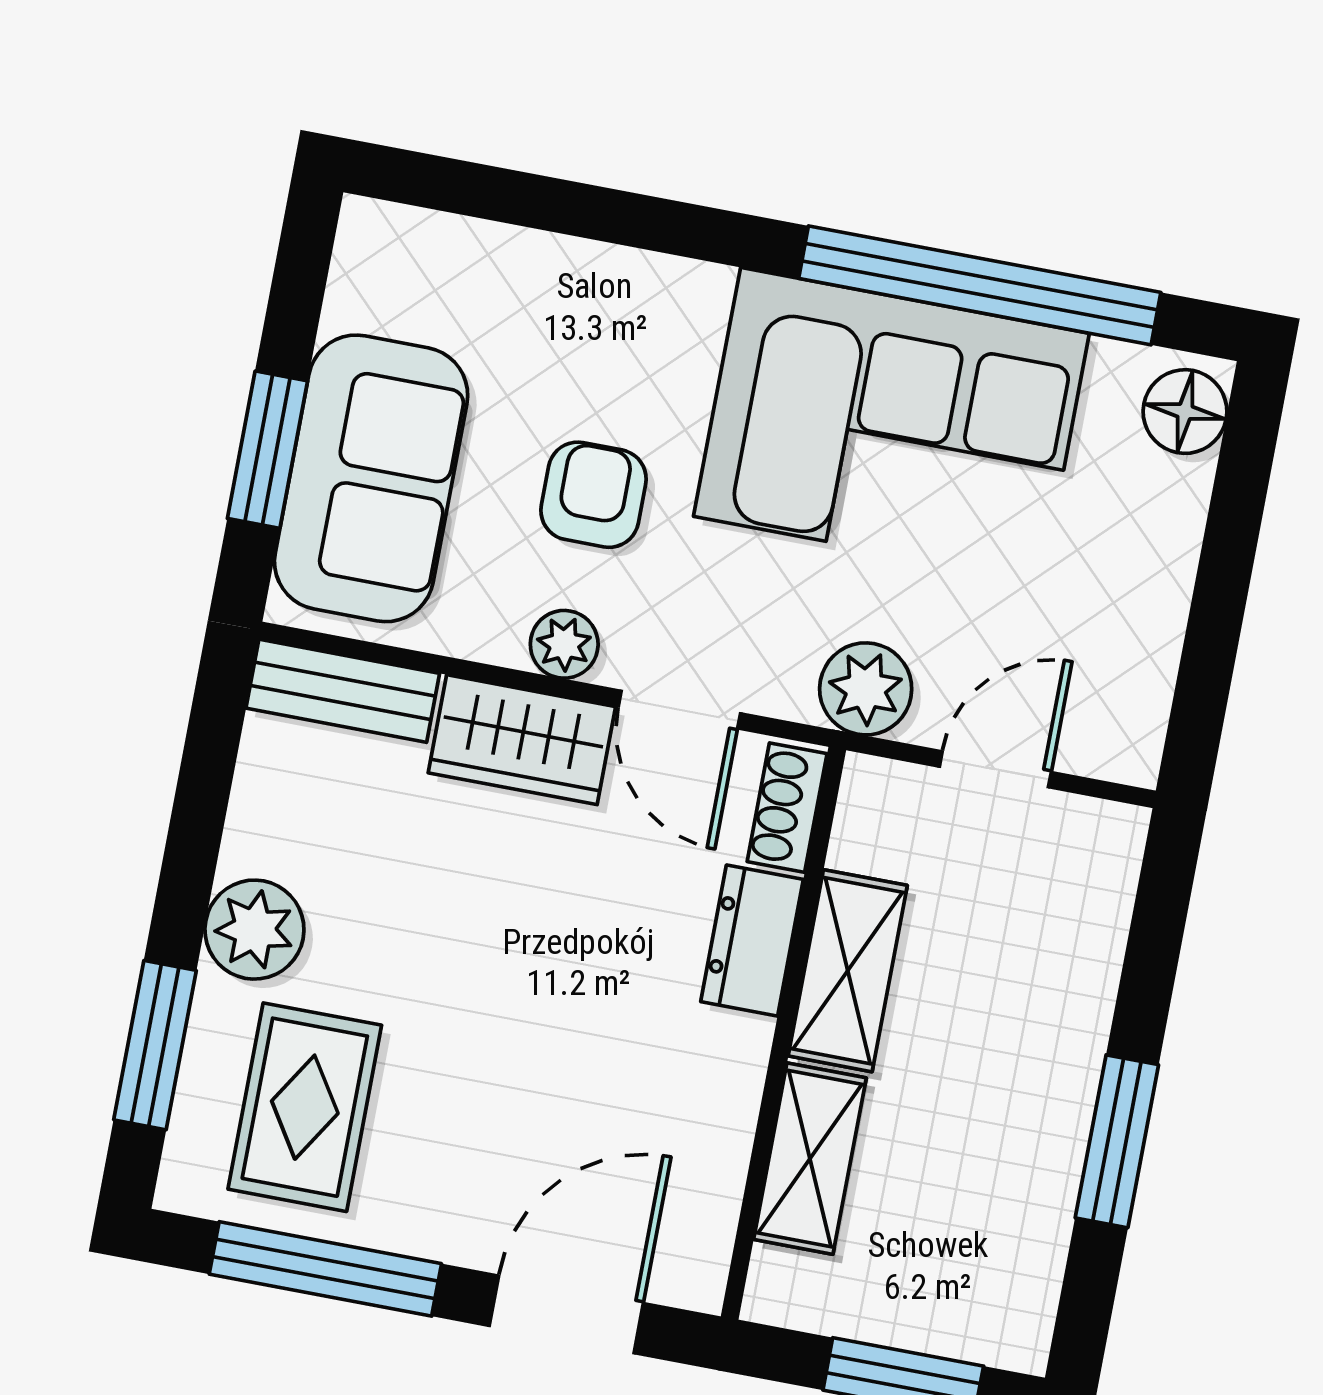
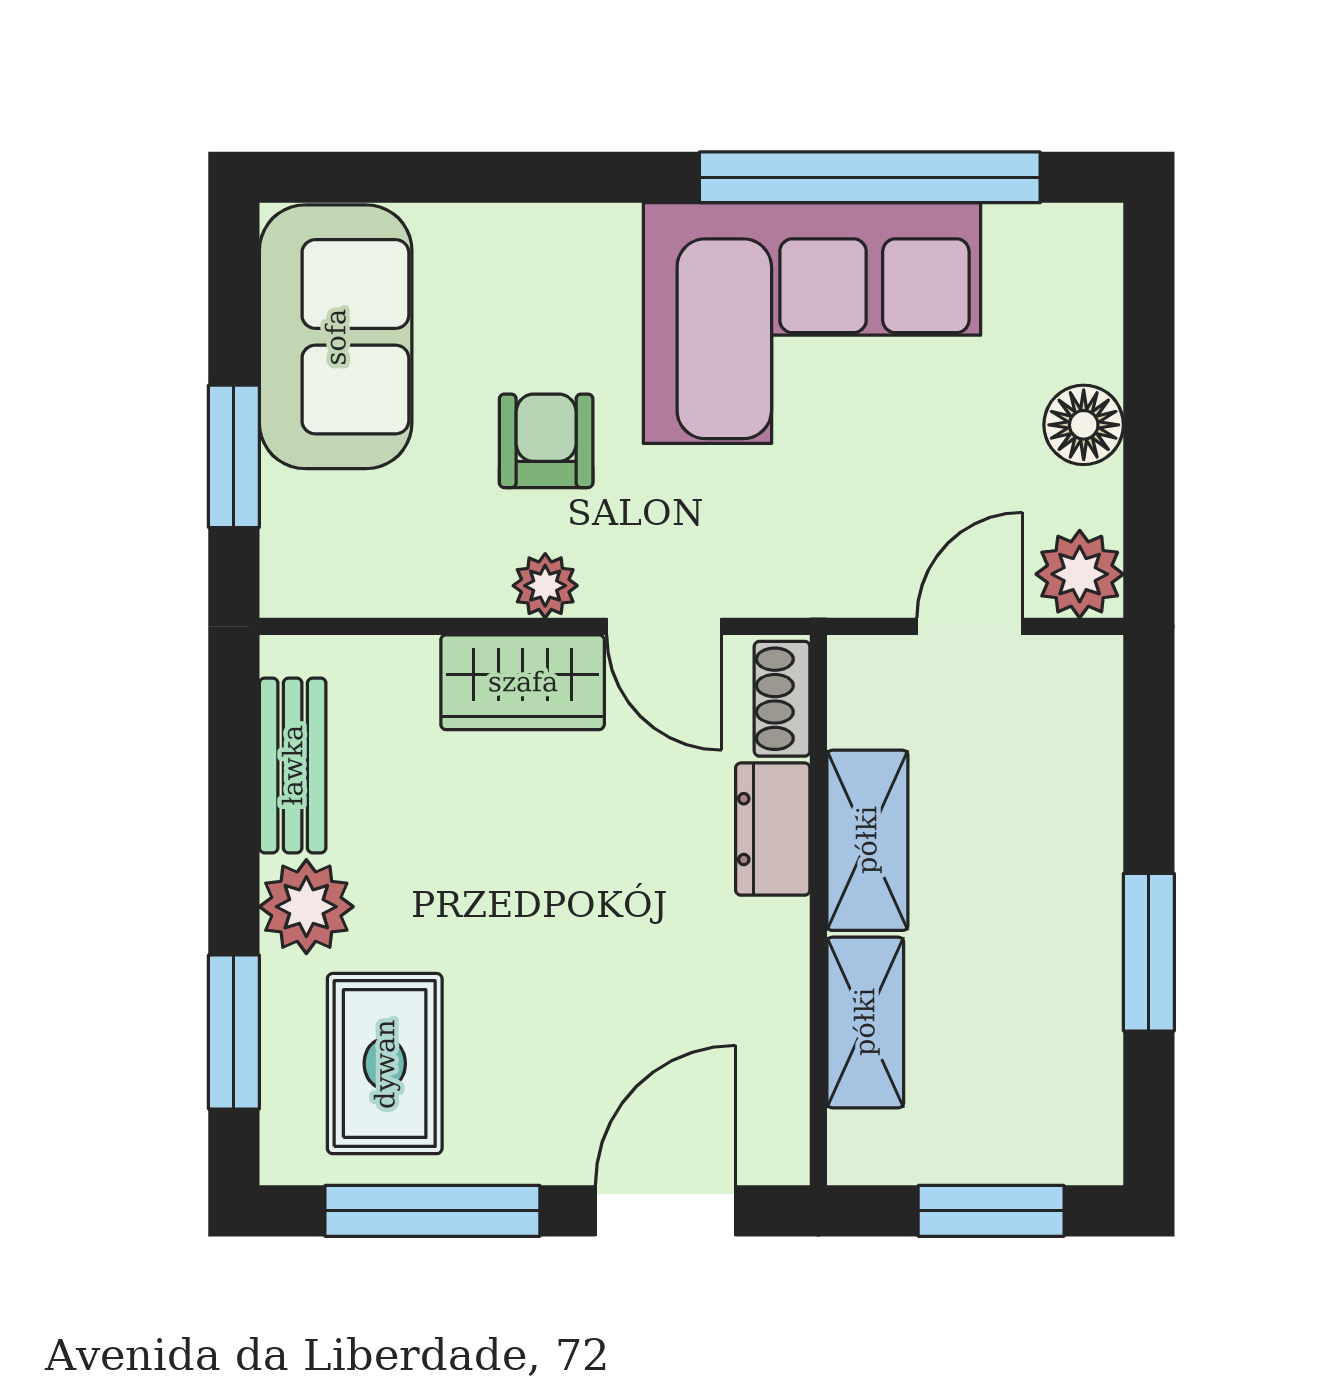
floor lamp: (1185, 412) -> (1084, 425), moved
sofa: (371, 478) -> (336, 337), moved
plant: (866, 689) -> (1080, 574), moved
bench: (343, 691) -> (293, 765), moved, turned 90

